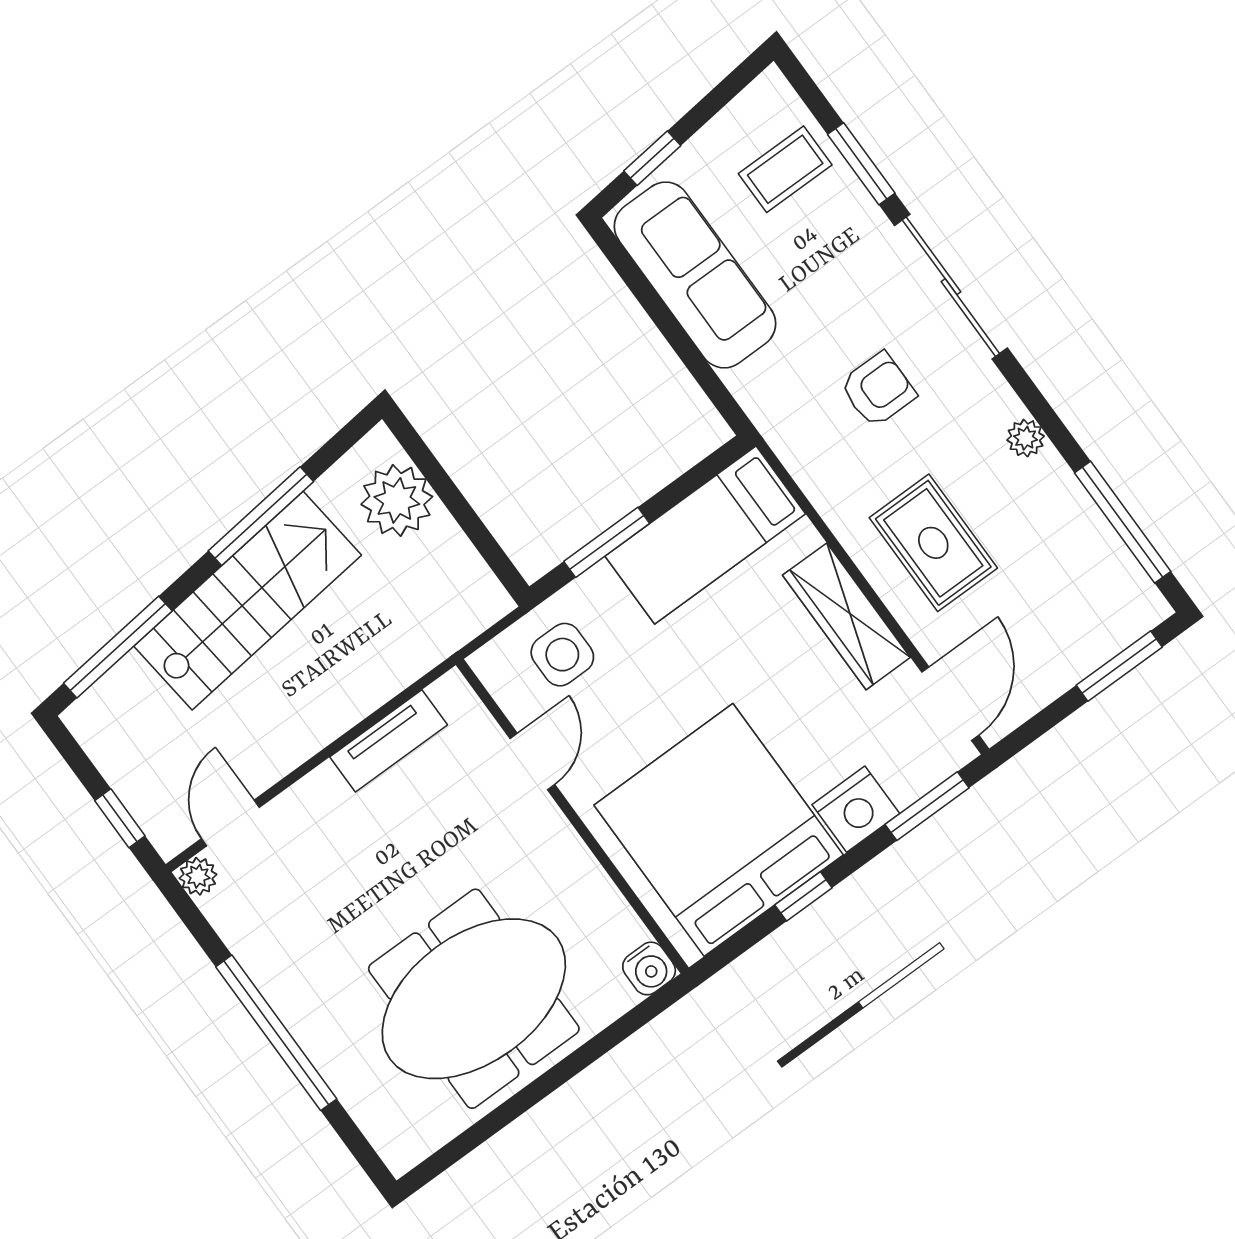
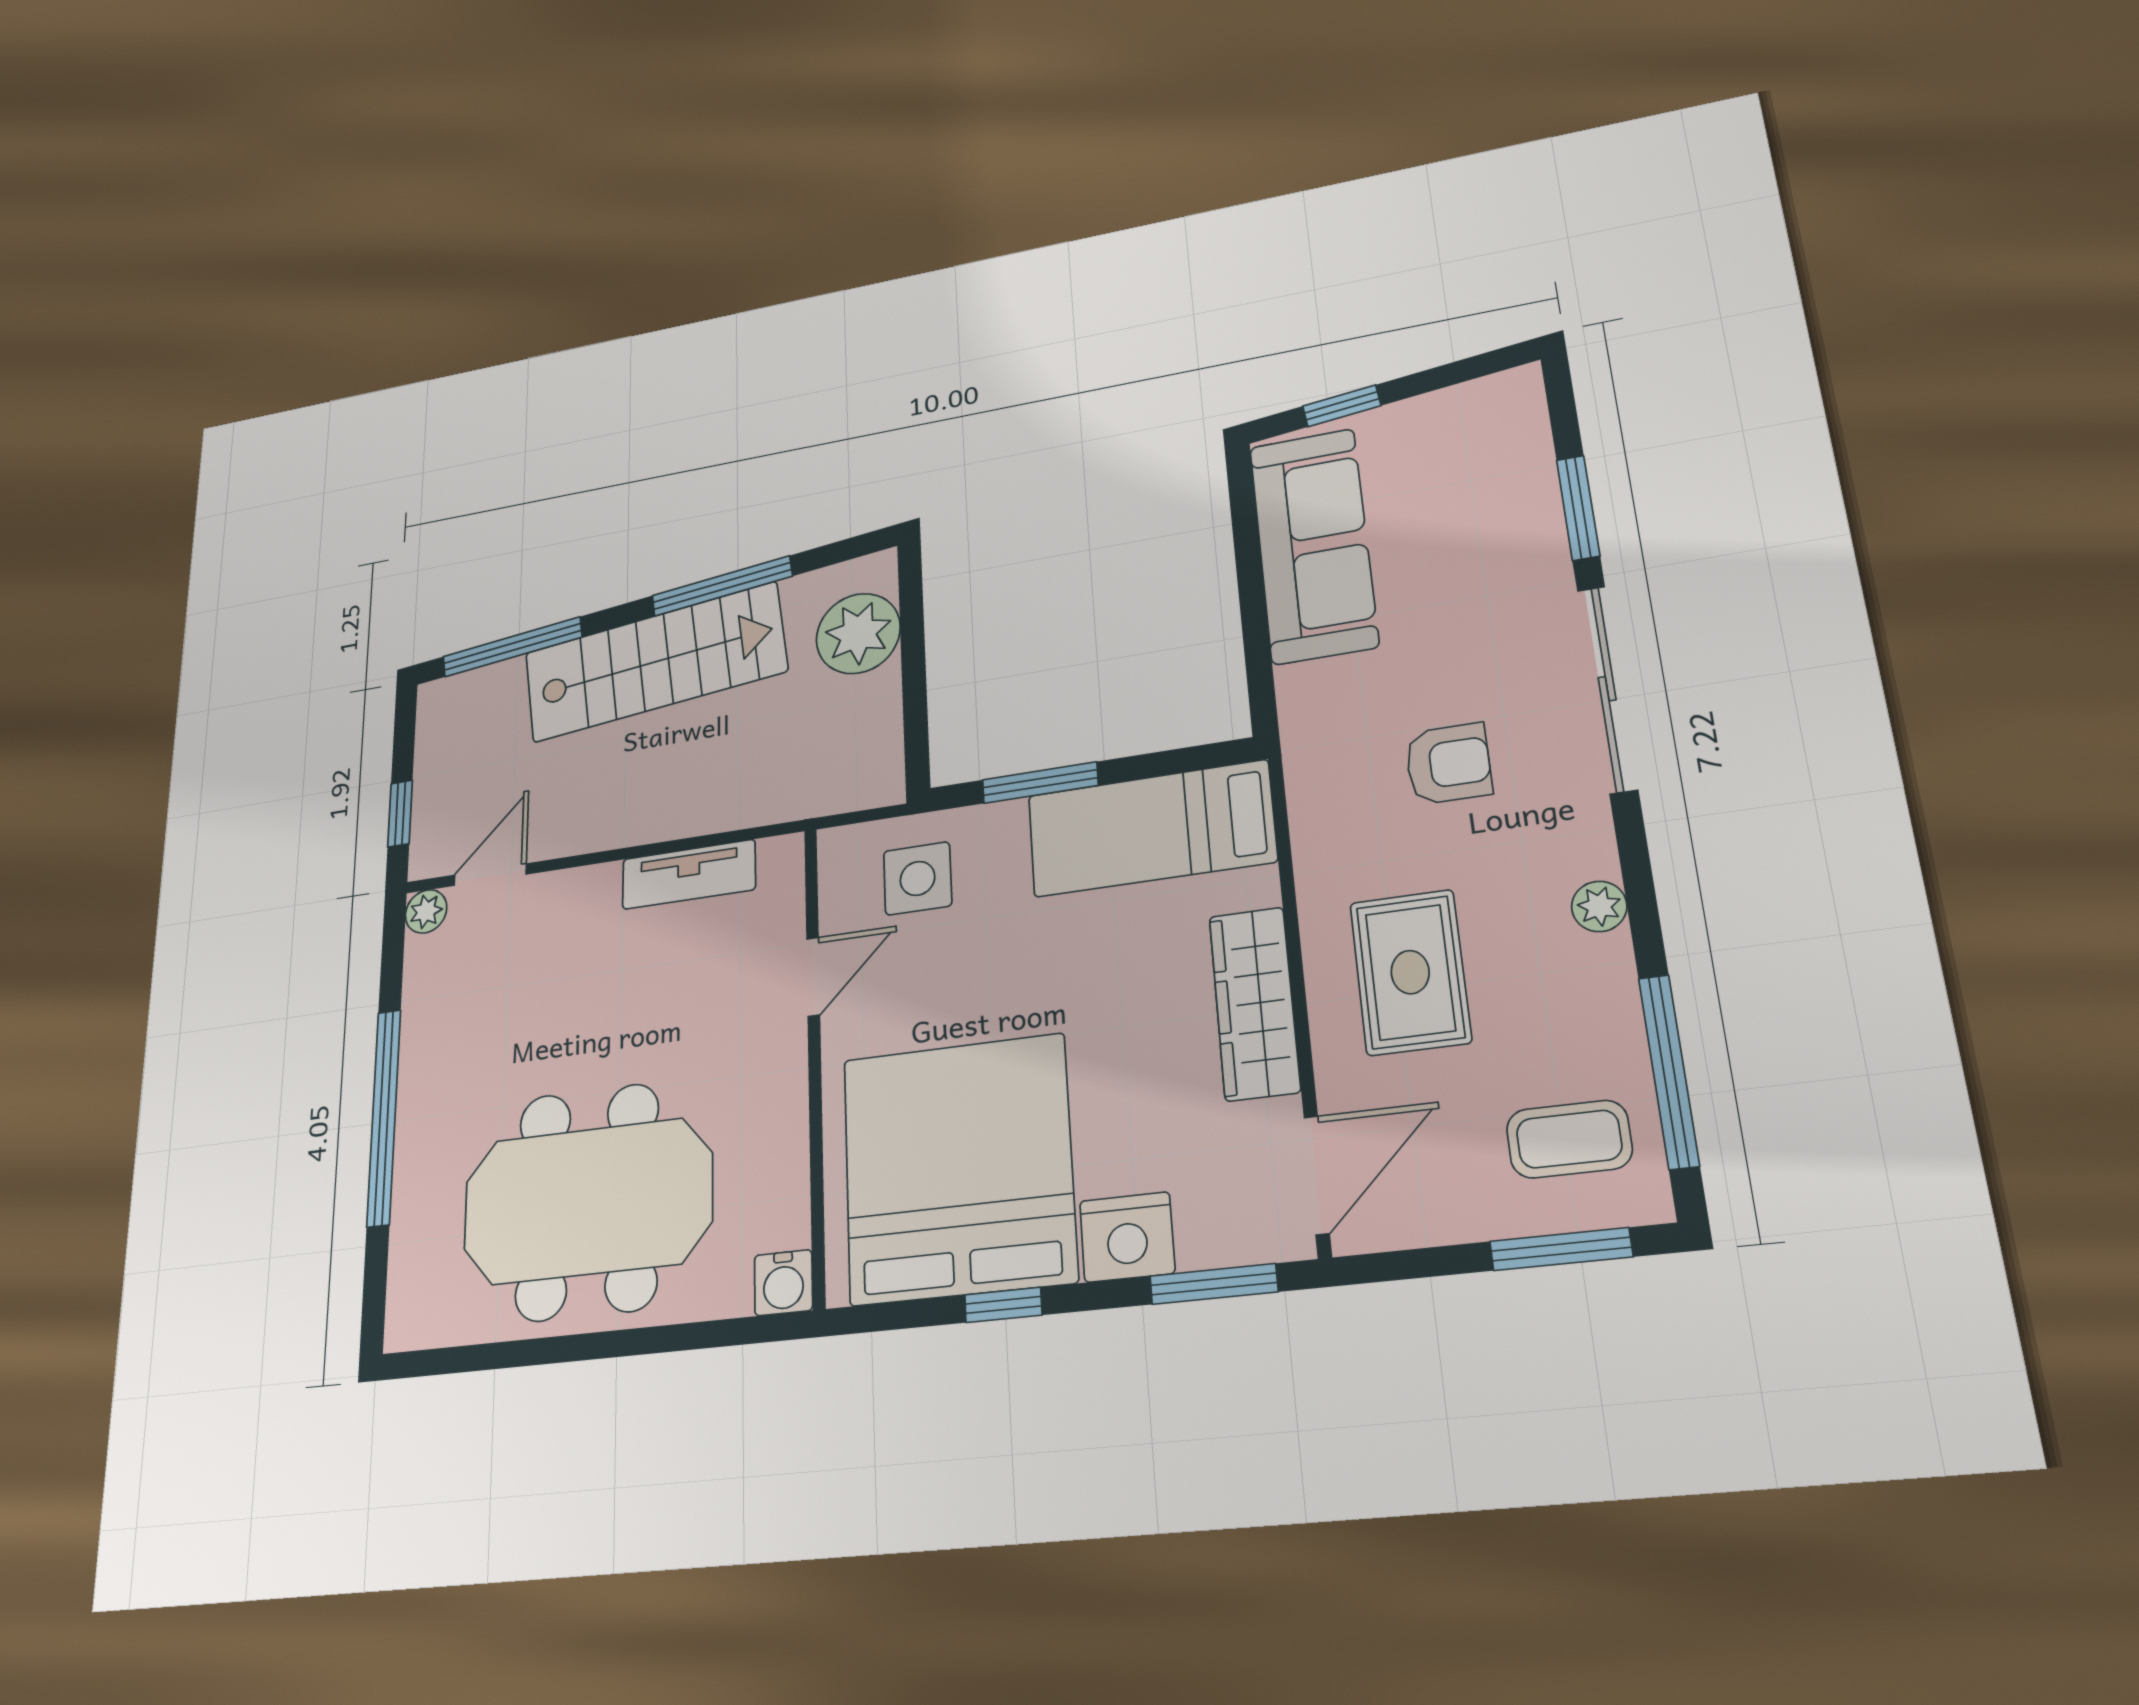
coffee table: (785, 169) -> (1569, 1139), moved

